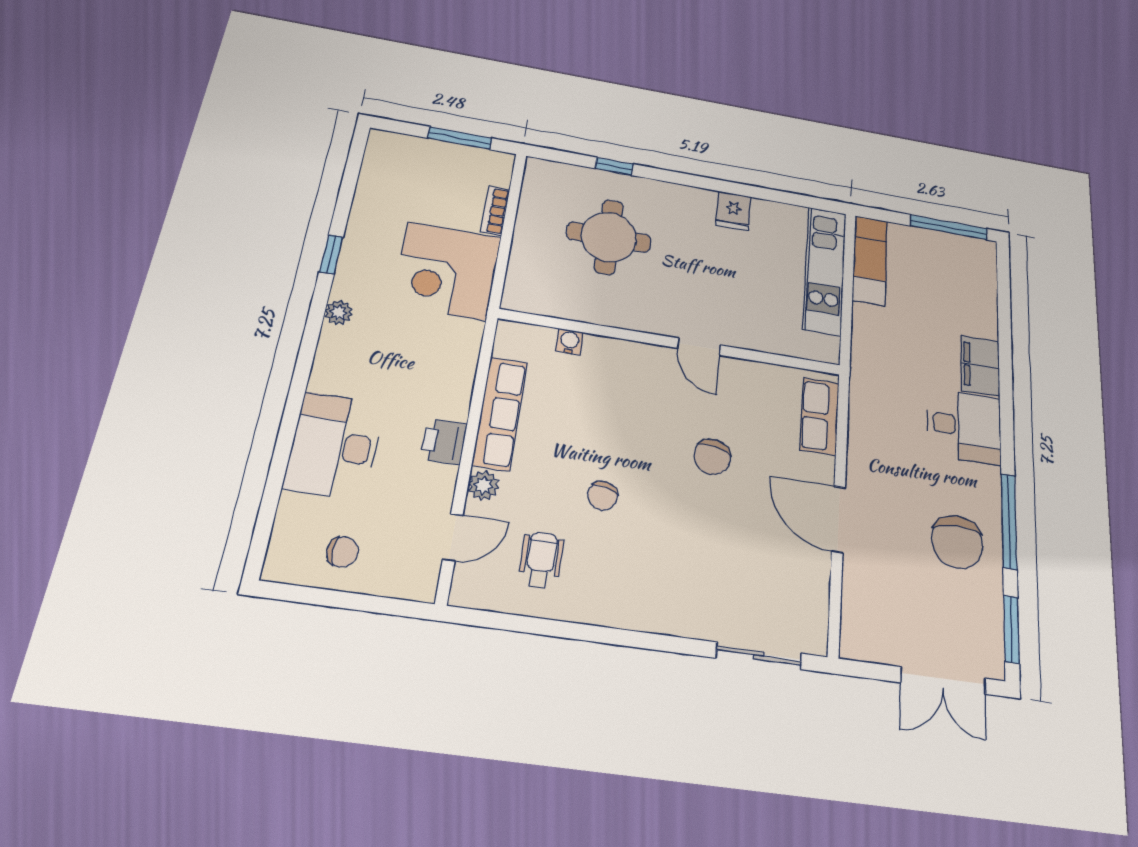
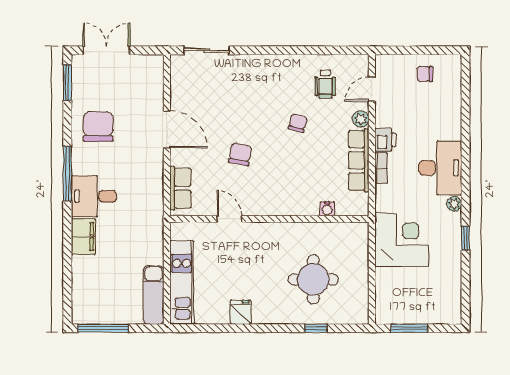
bookcase: (495, 211) -> (381, 168), moved
door: (699, 347) -> (229, 219), moved
desk: (334, 446) -> (440, 168), moved
window: (1009, 521) -> (67, 174), moved

